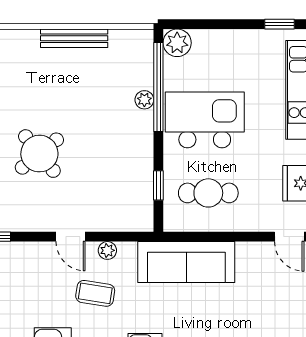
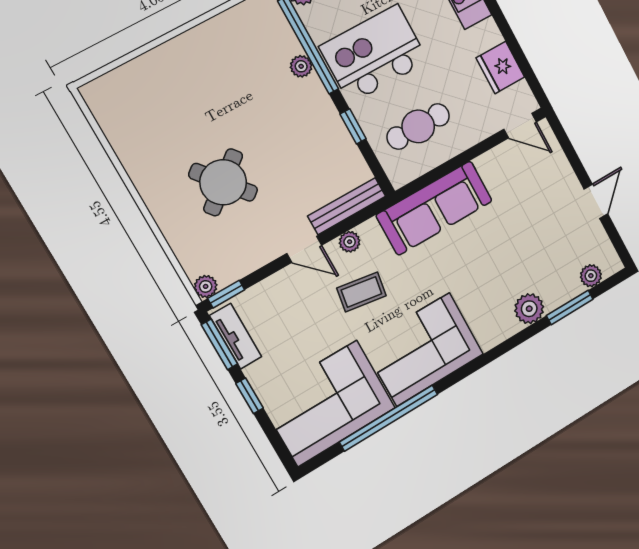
bench: (74, 38) -> (347, 206), moved
window: (158, 185) -> (353, 126), moved

